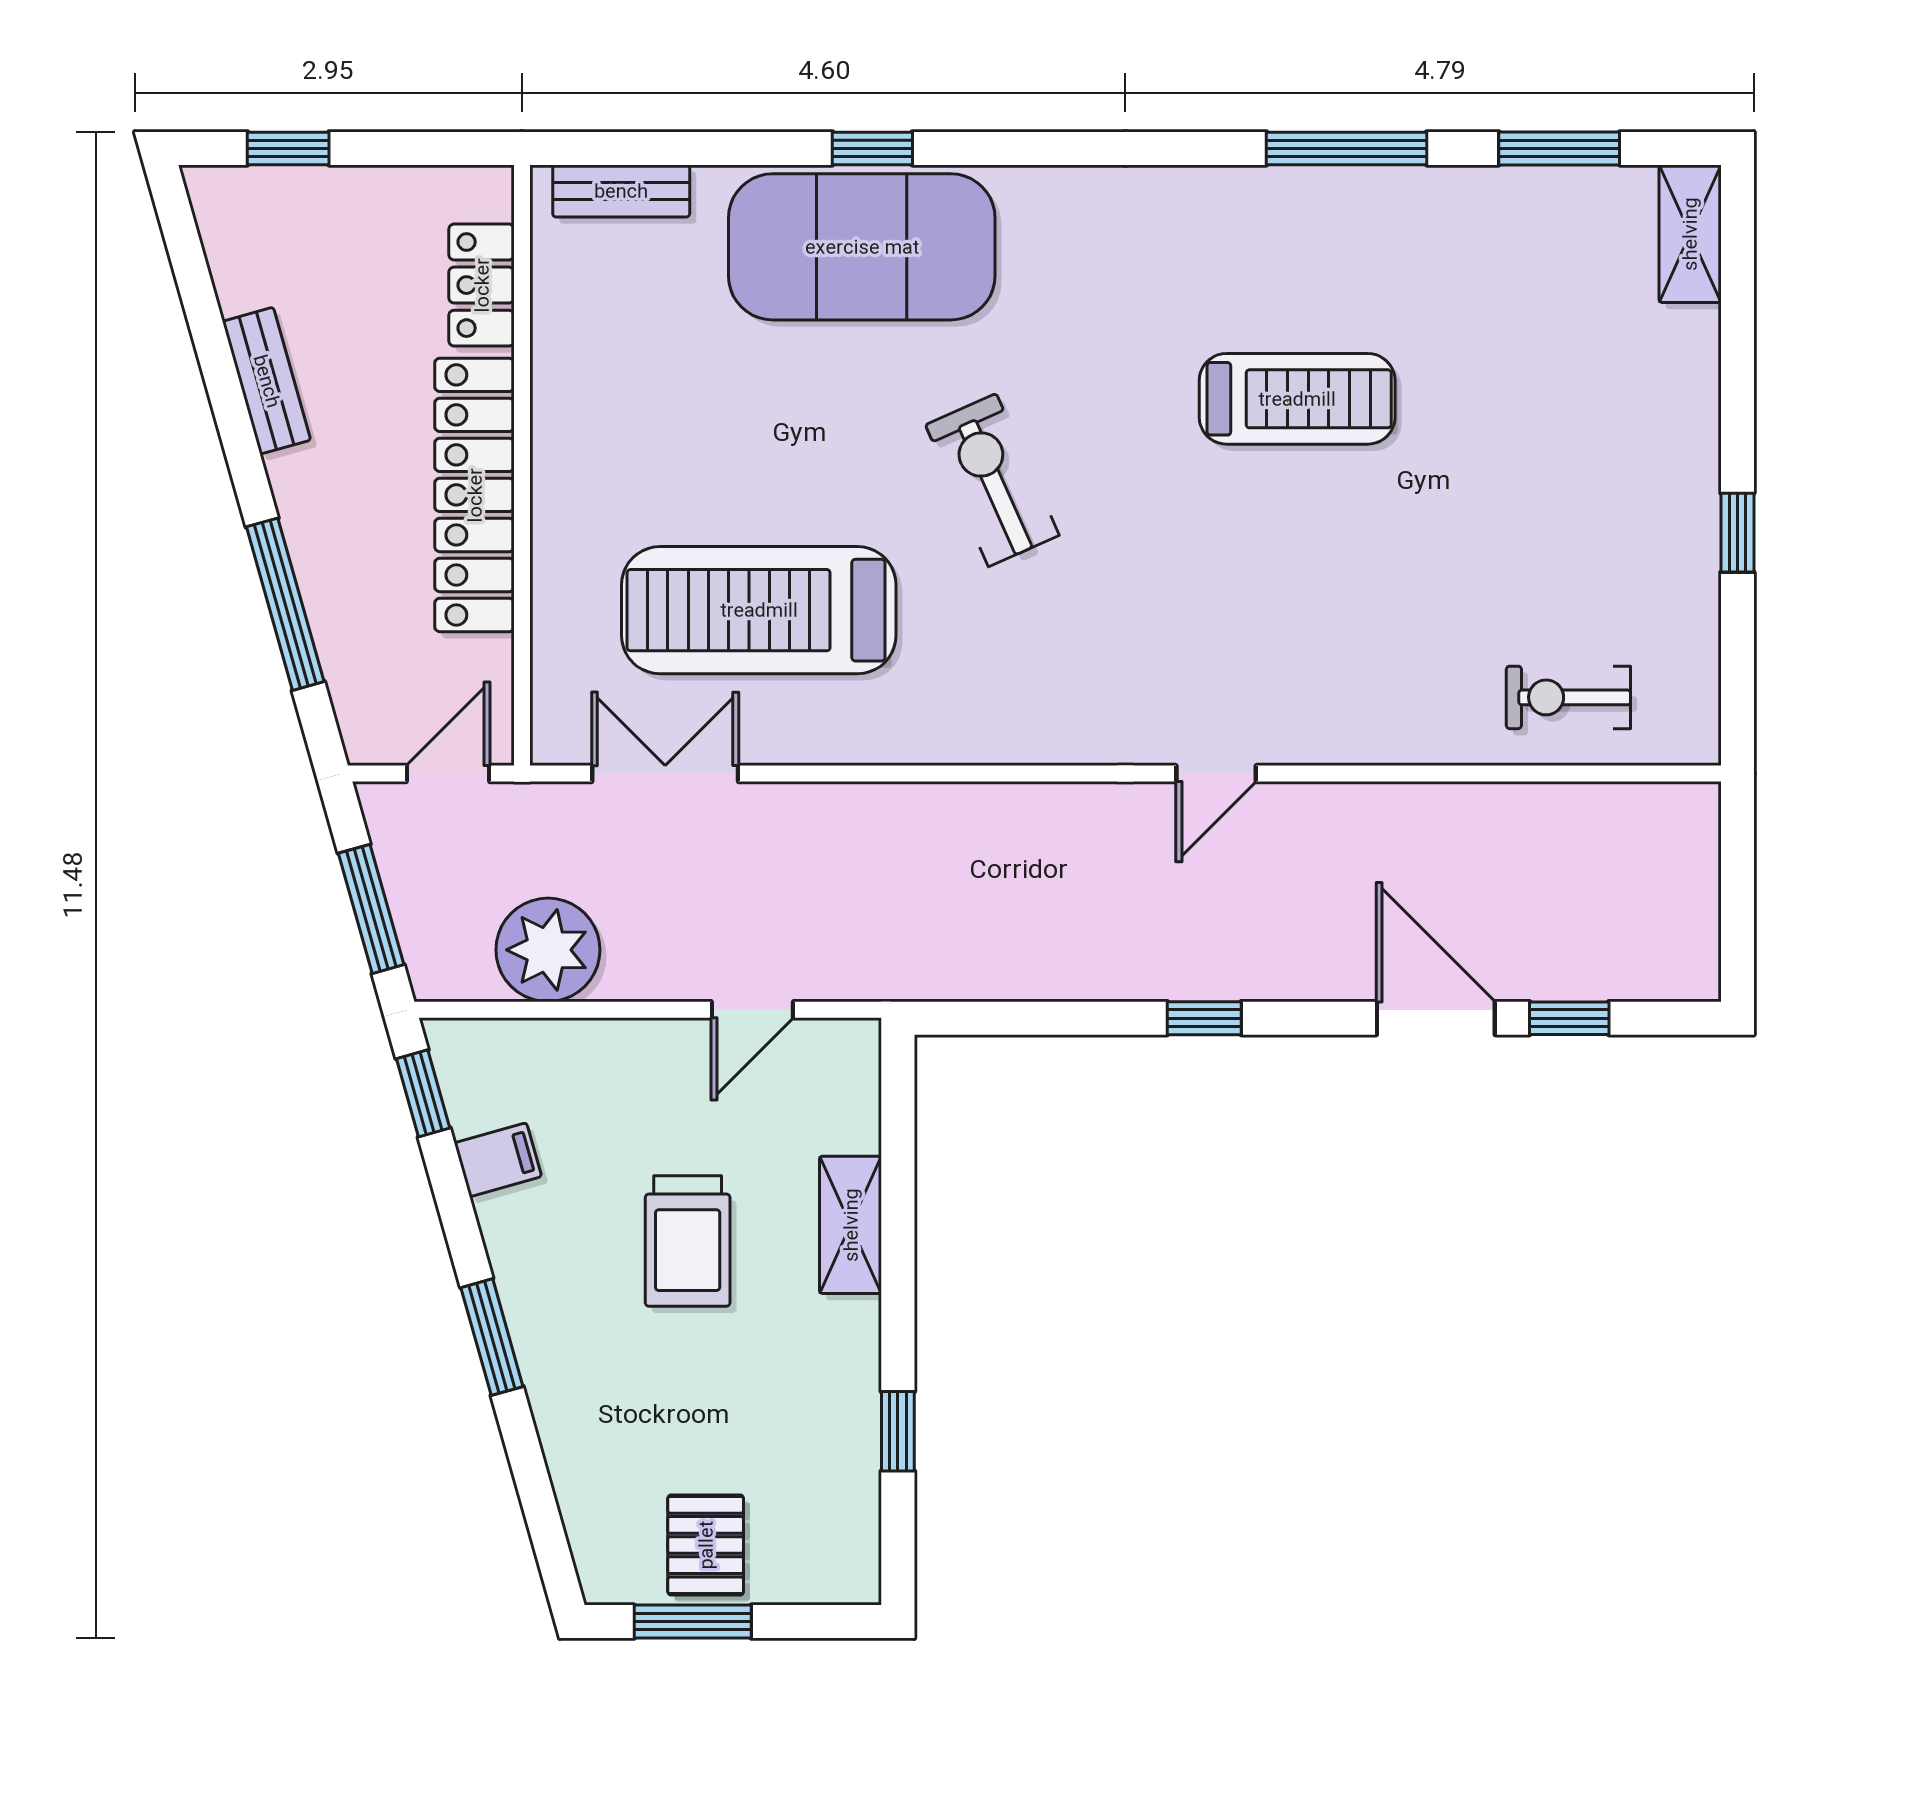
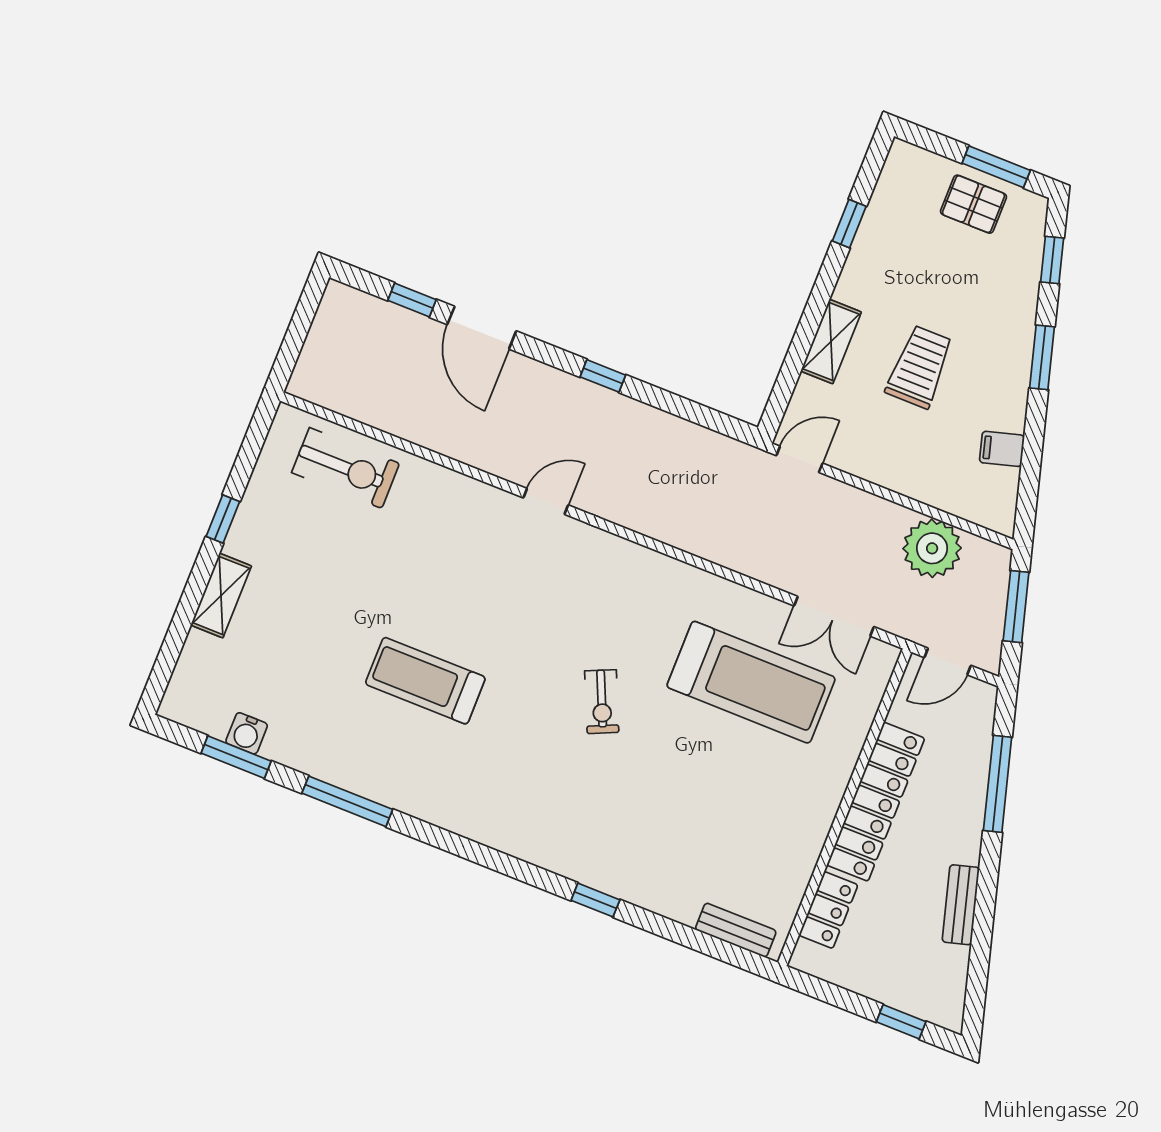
water cooler: (1557, 195) -> (247, 733), added
shelving: (1690, 234) -> (221, 596), moved
exercise mat: (862, 247) -> (622, 851), removed
exercise bike: (992, 480) -> (602, 702), width x0.73, depth x0.72
exercise bike: (1568, 697) -> (346, 468), width x1.38, depth x1.39
door: (752, 1010) -> (799, 459), moved
window: (423, 1093) -> (1052, 260), moved
pallet: (706, 1545) -> (973, 204), turned 90

